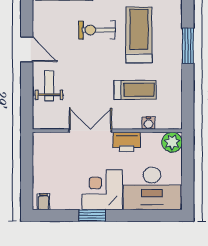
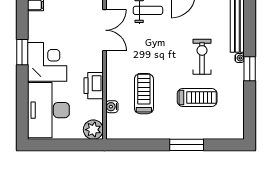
treadmill: (139, 35) -> (197, 97), width x0.73, depth x0.73
treadmill: (135, 90) -> (144, 94), turned 180
double door: (90, 131) -> (104, 30), moved

